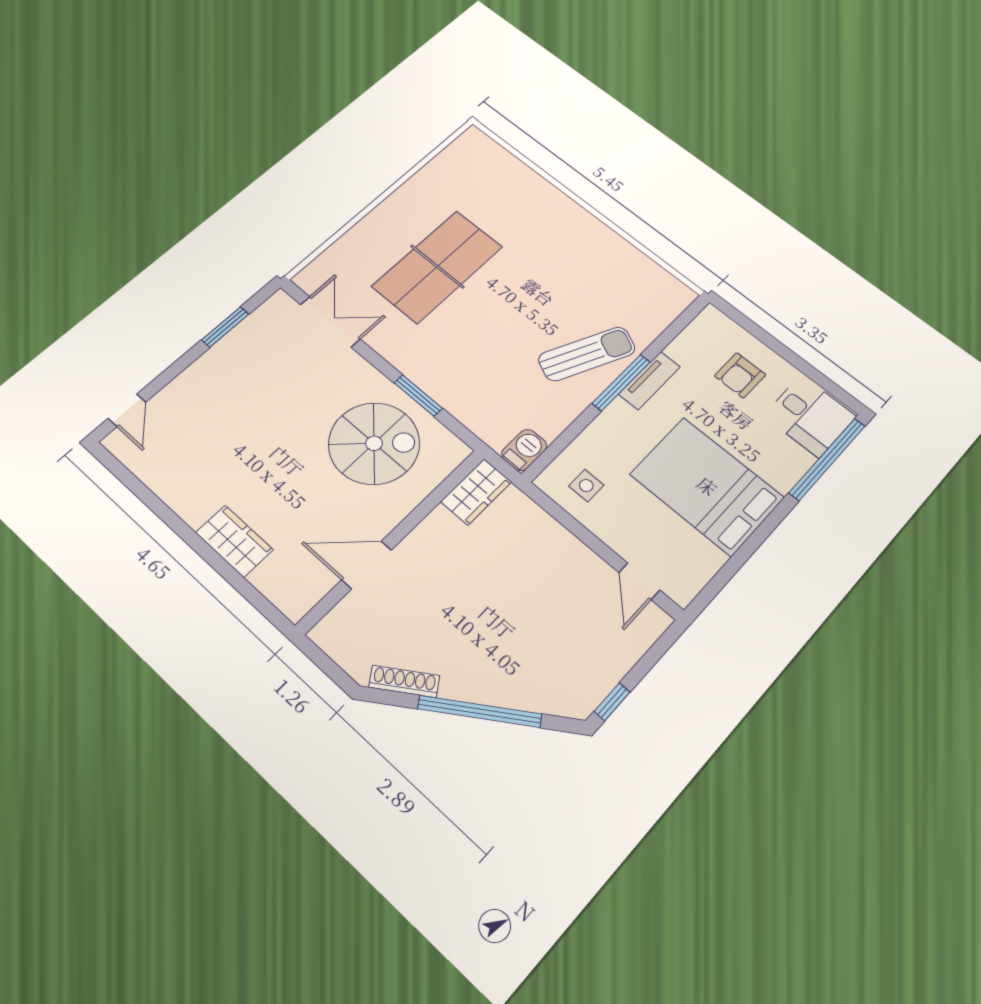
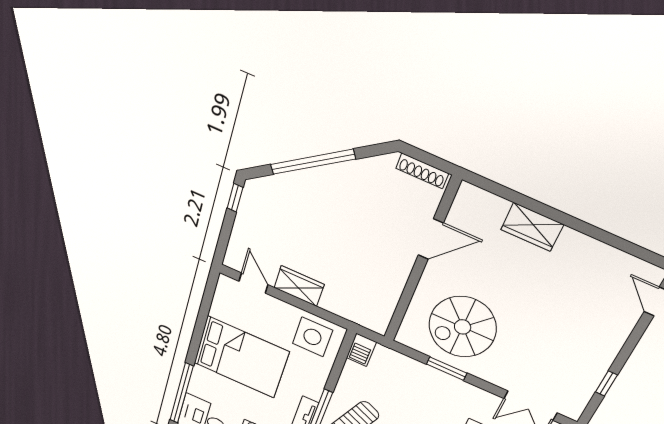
window: (225, 327) -> (606, 383), width x0.67
side table: (586, 486) -> (312, 337), width x1.87, depth x1.87
wardrobe: (476, 492) -> (299, 286), moved, turned 90
shoe rack: (404, 681) -> (422, 171), moved, turned 34

